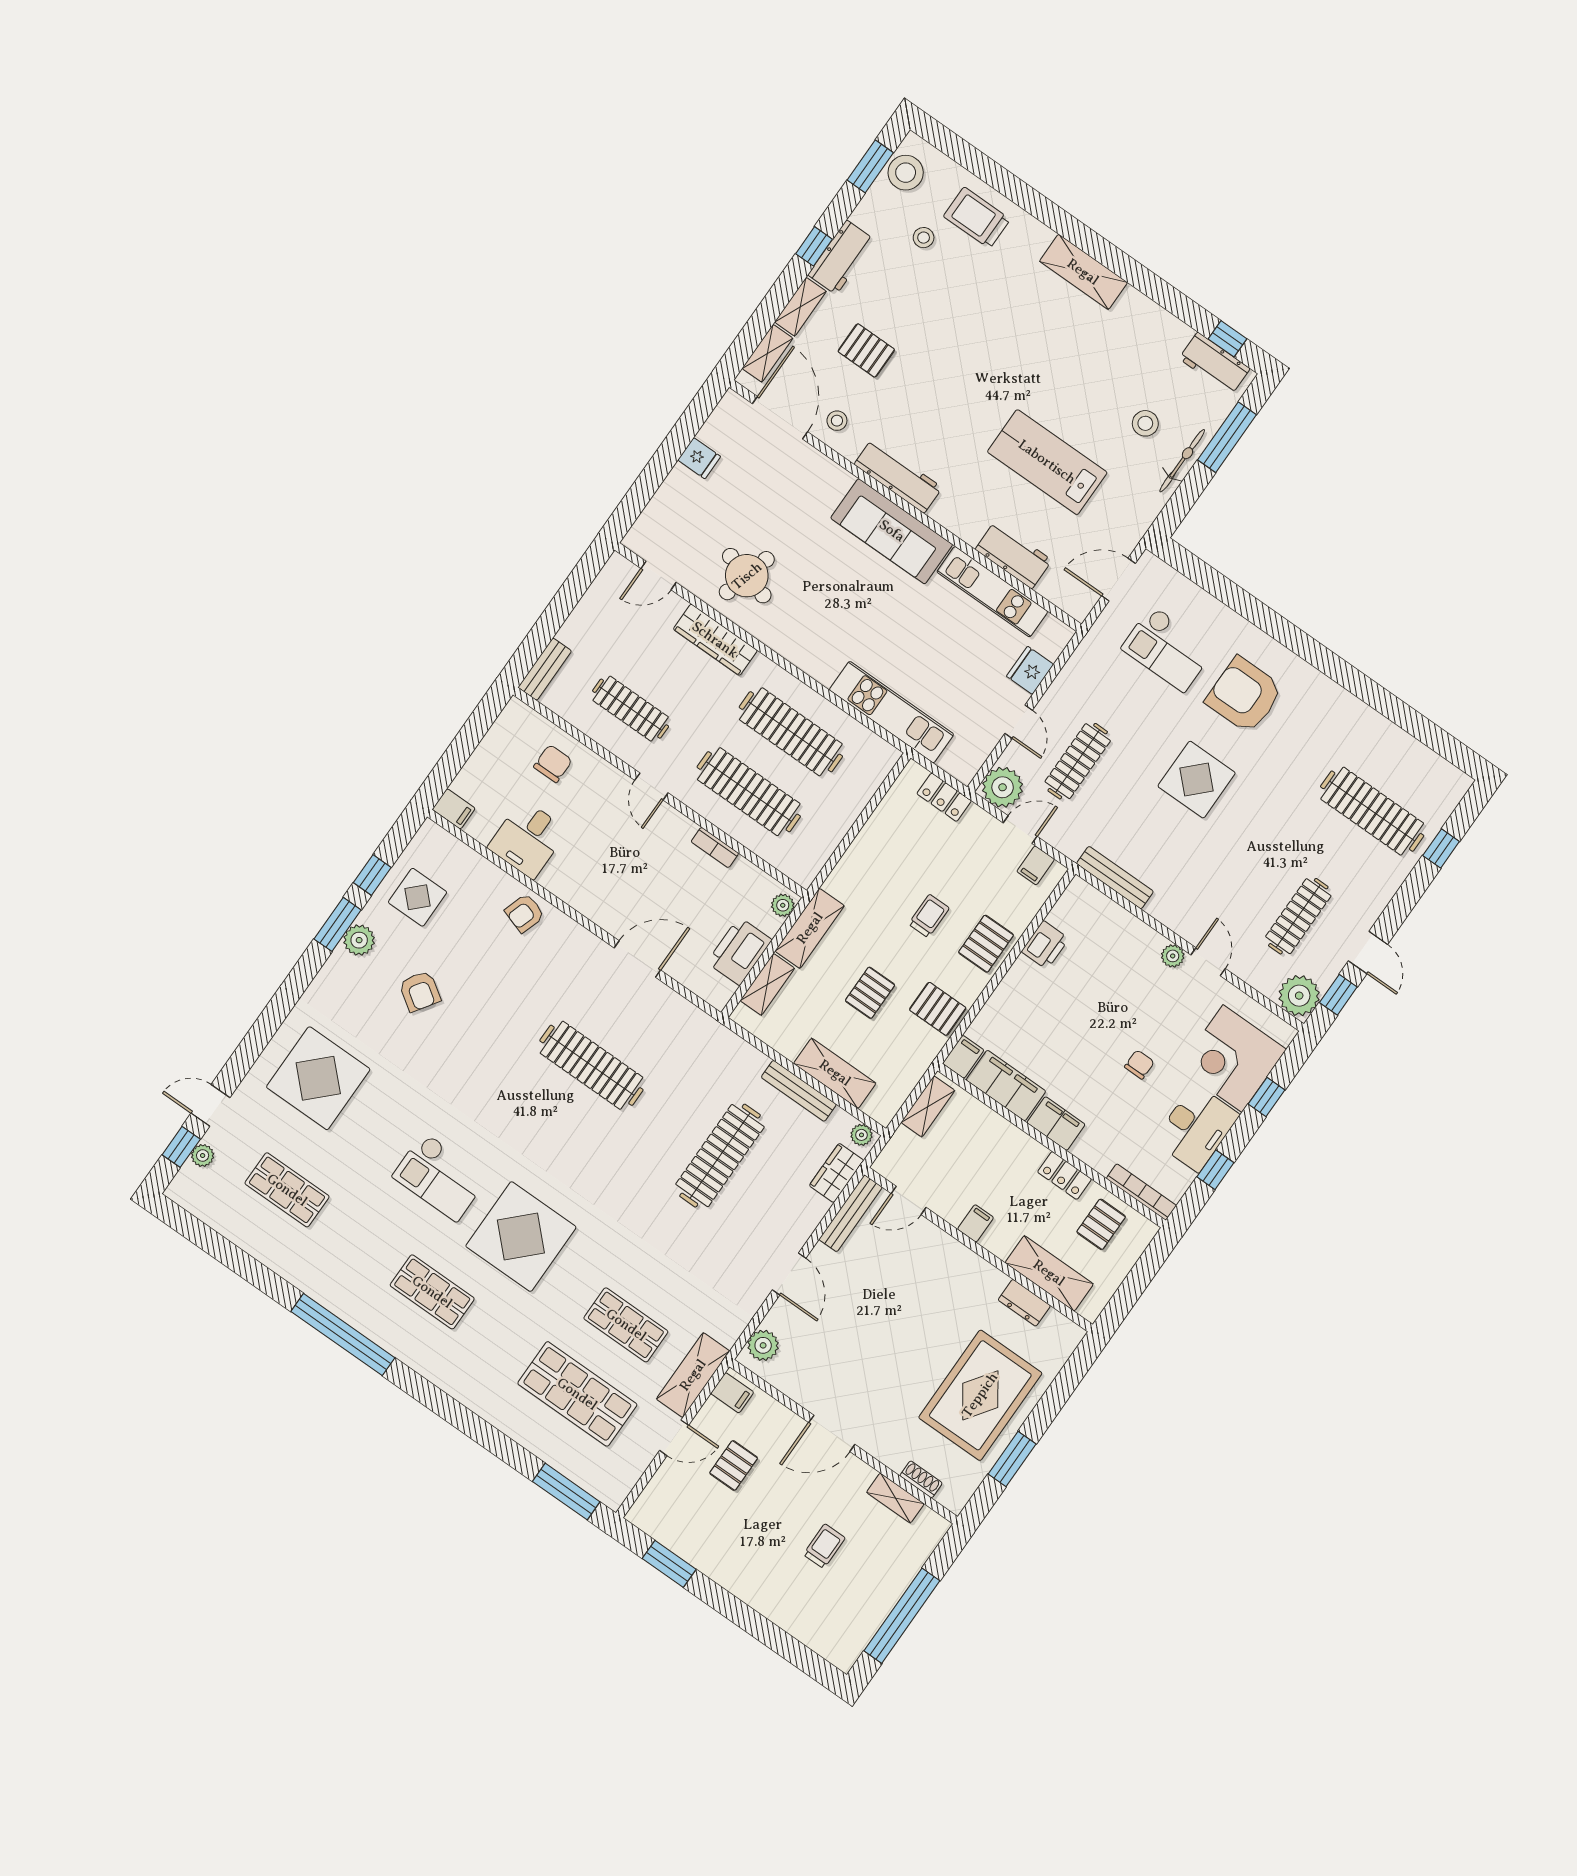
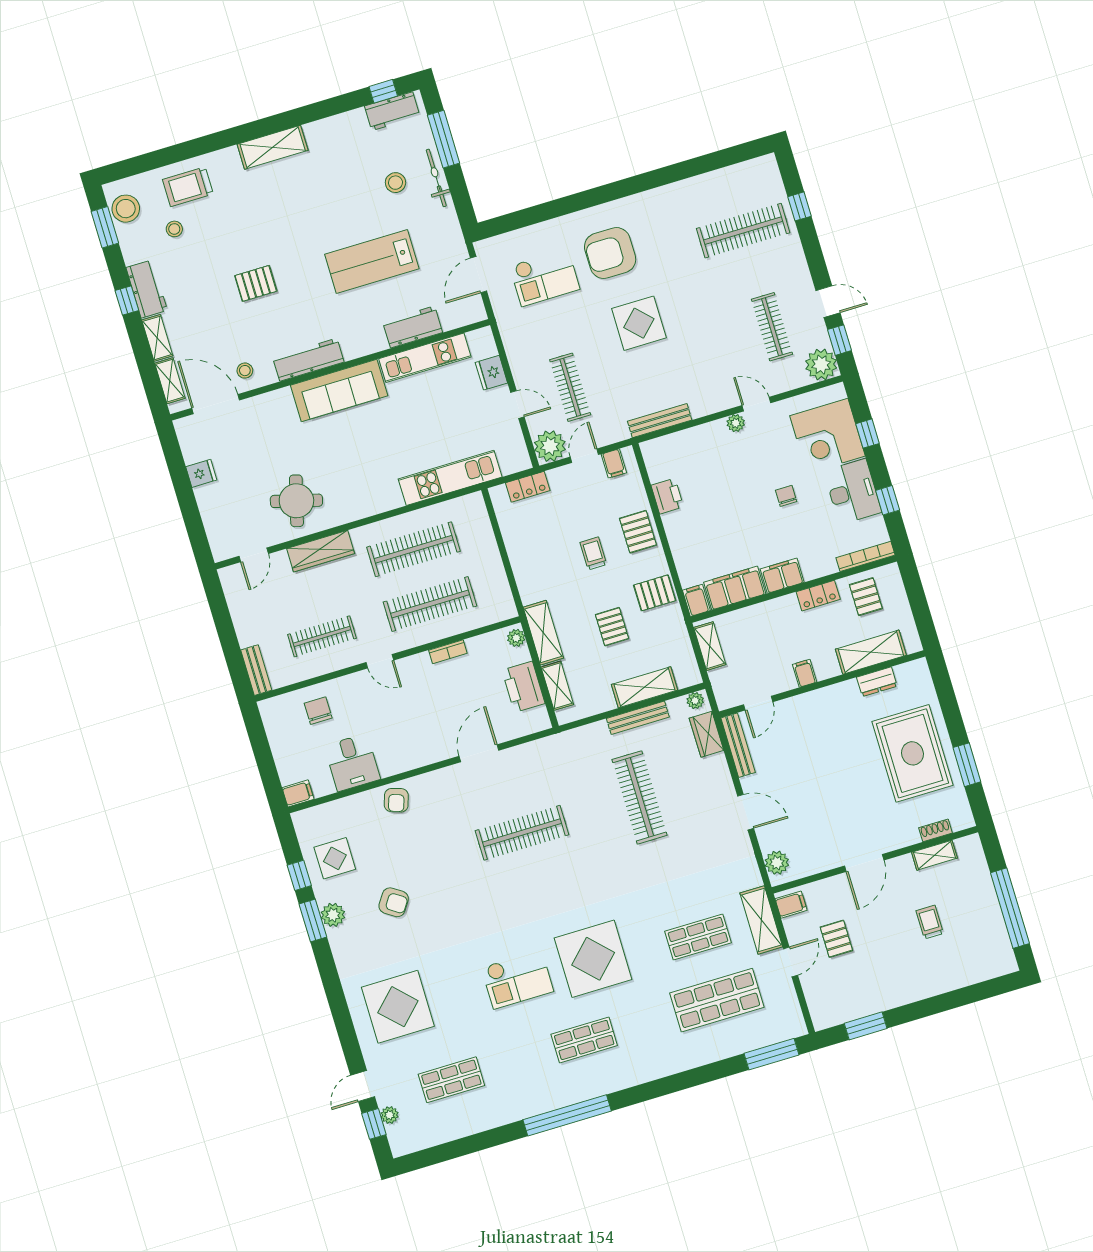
pallet: (866, 350) -> (256, 283), moved

